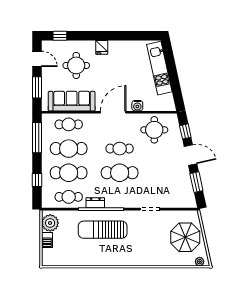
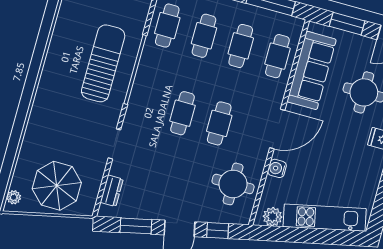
plant: (168, 100) -> (273, 217), added
door: (113, 112) -> (277, 129), hinge flipped
cafe table: (69, 149) -> (241, 46), width x0.73, depth x0.74
cafe table: (69, 173) -> (204, 36), width x0.73, depth x0.74
cafe table: (120, 173) -> (183, 113), width x0.73, depth x0.74
dresser: (95, 203) -> (112, 191), moved

